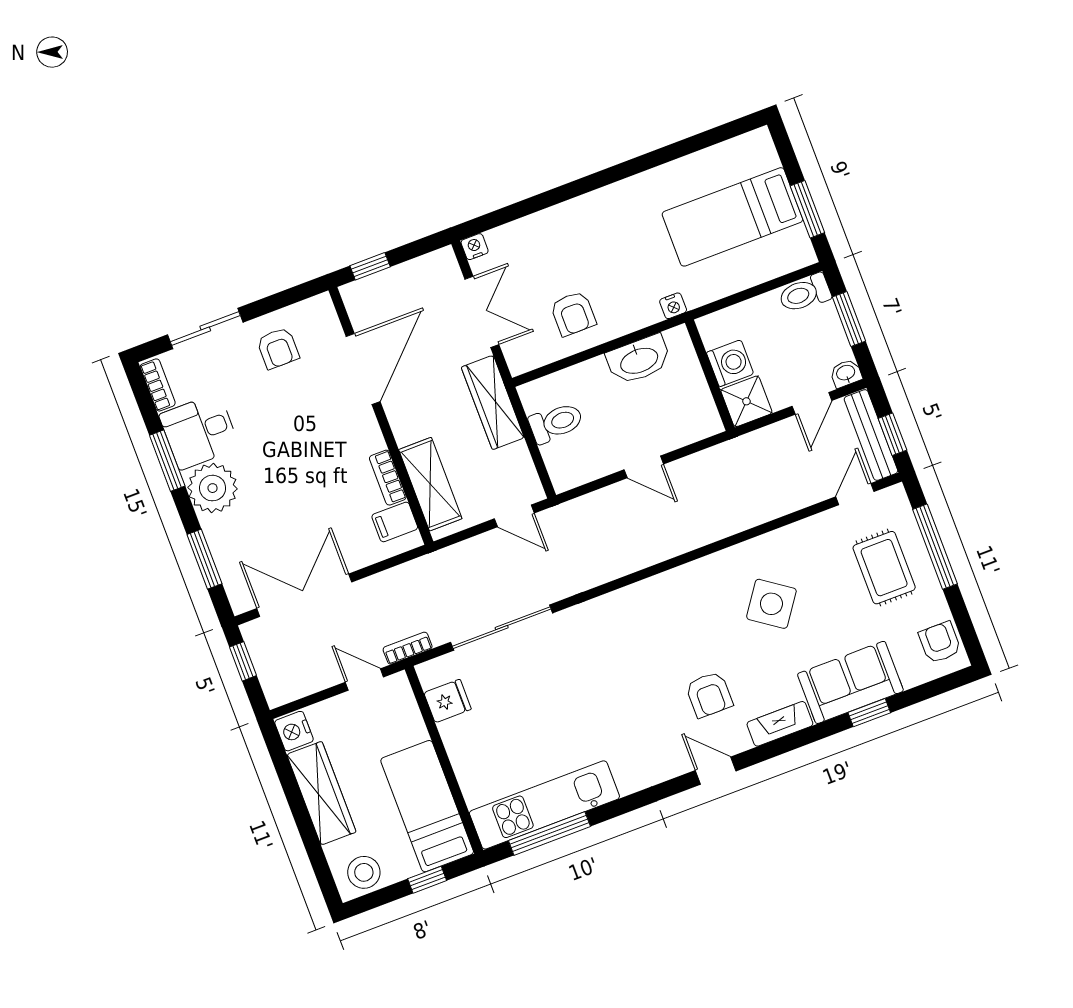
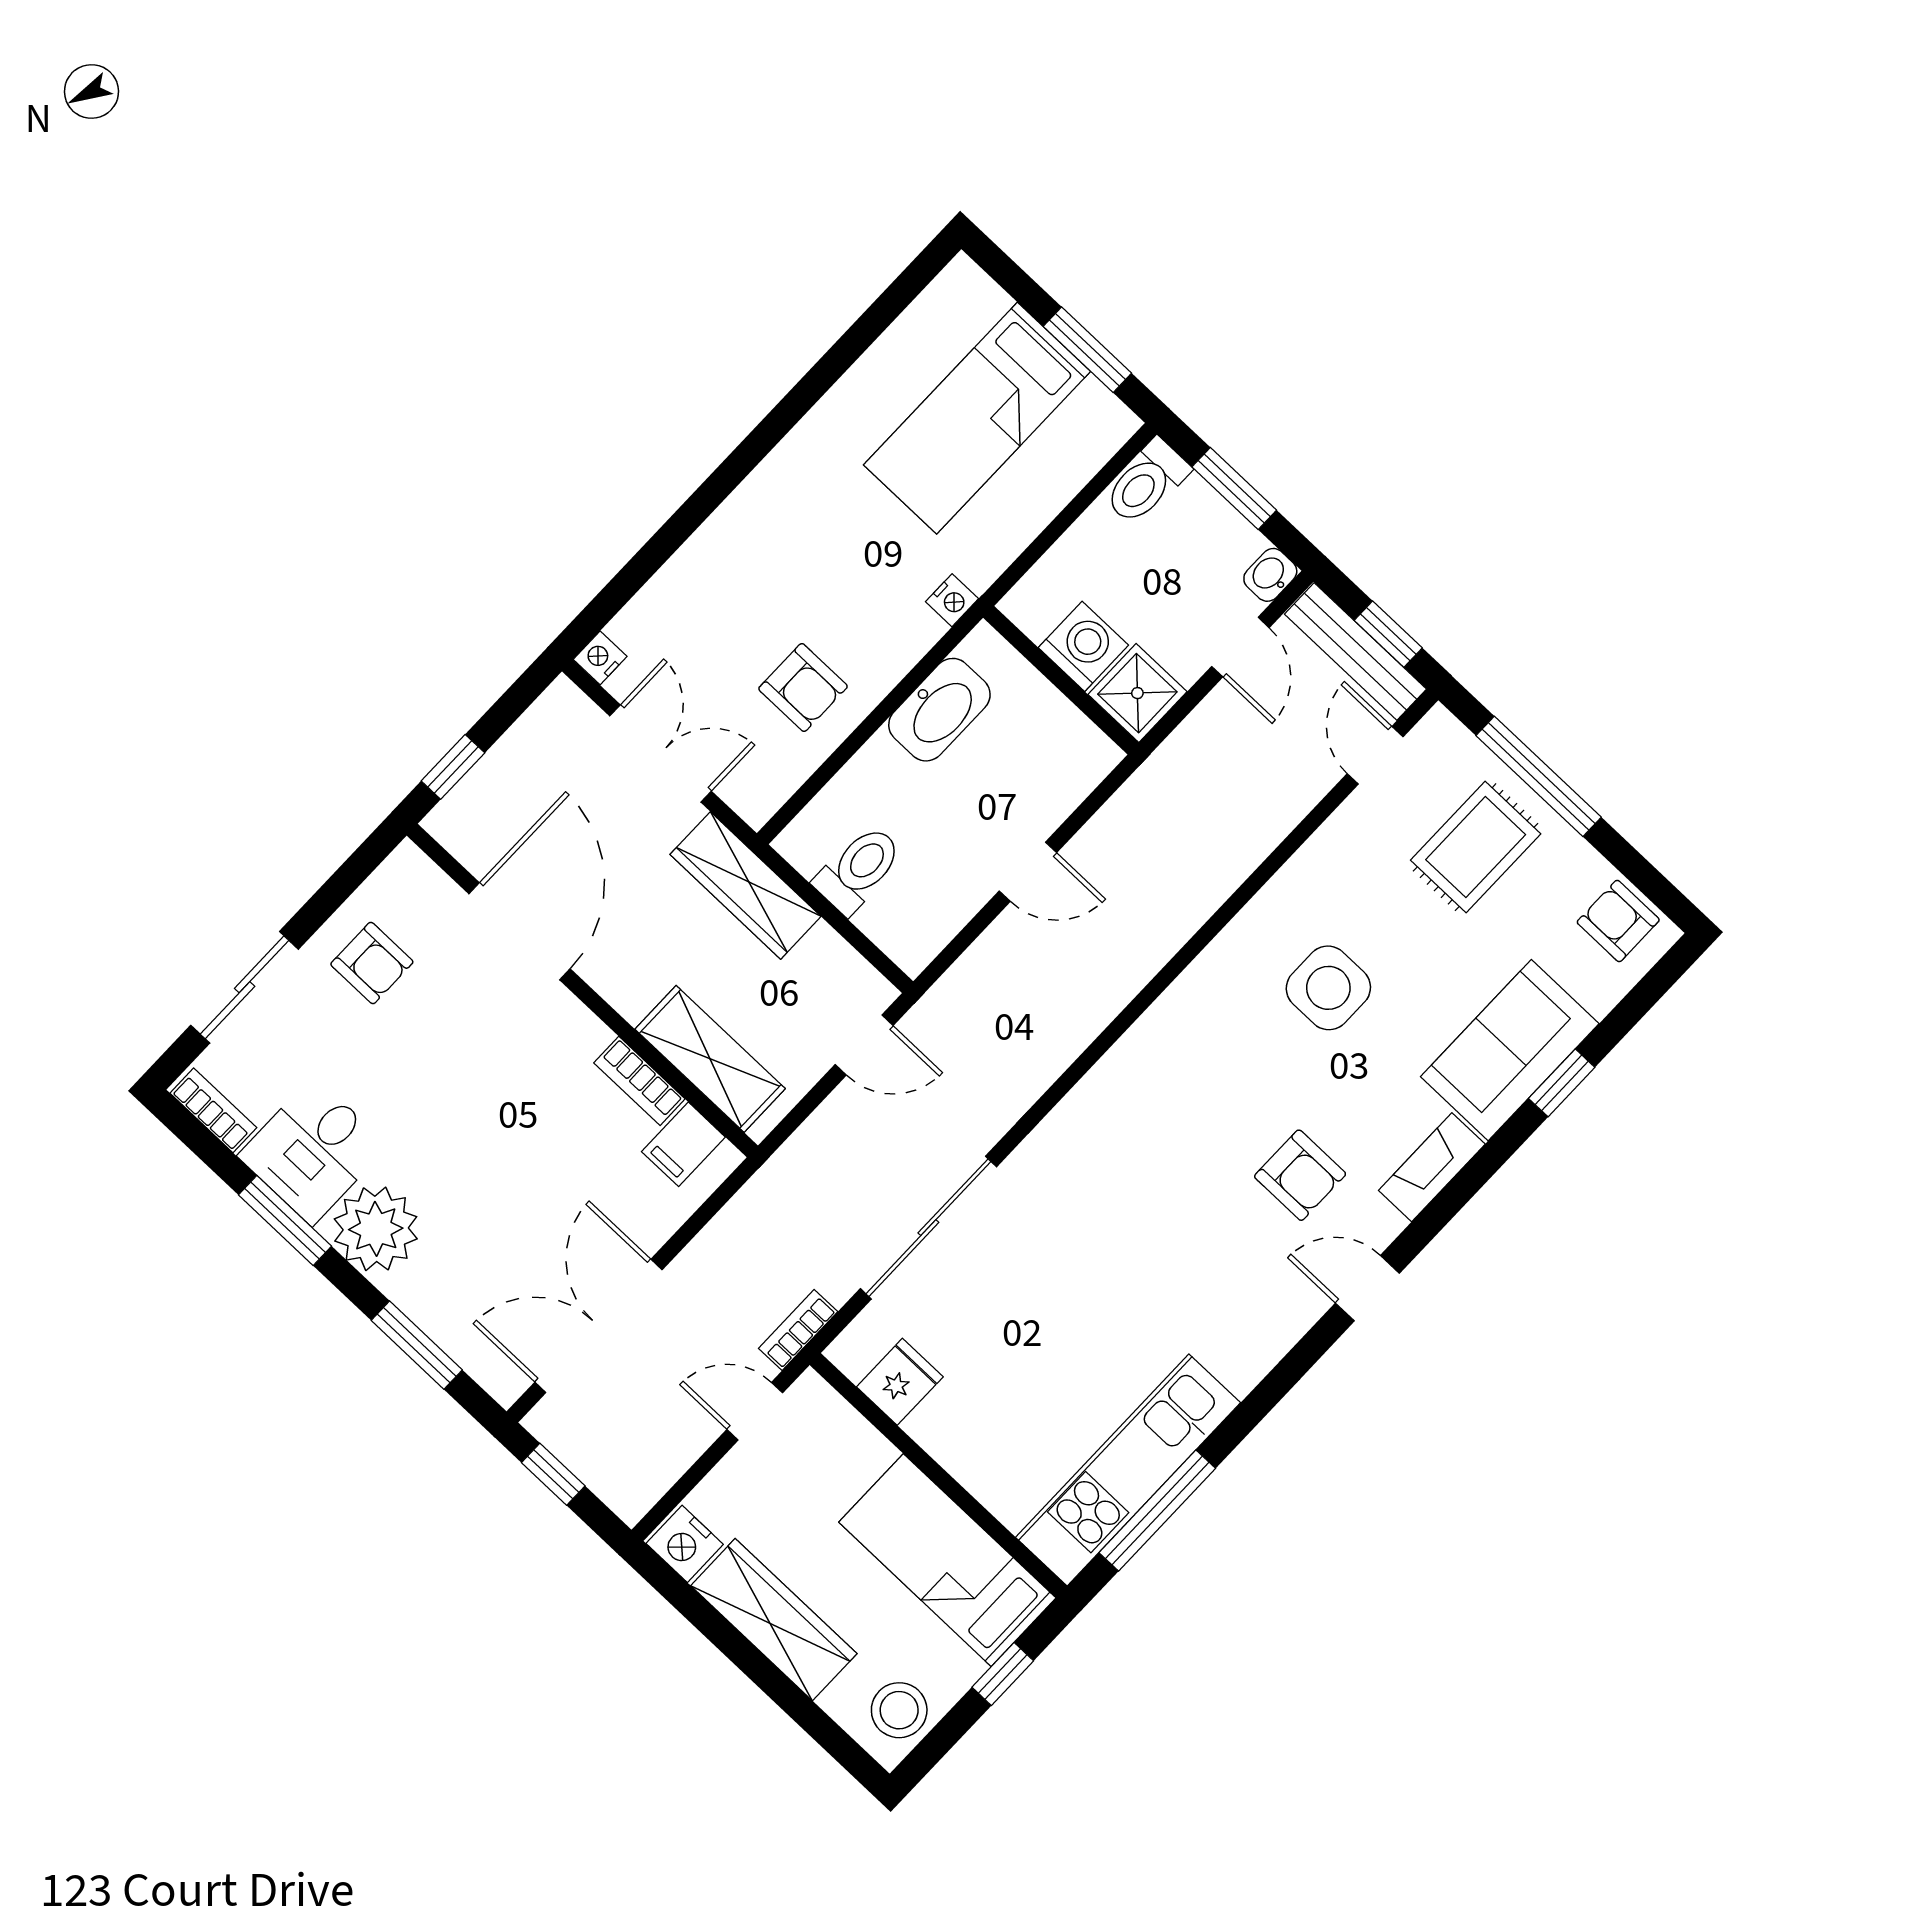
rug: (884, 568) -> (1476, 847), turned 90
side table: (771, 604) -> (1328, 988), turned -35

